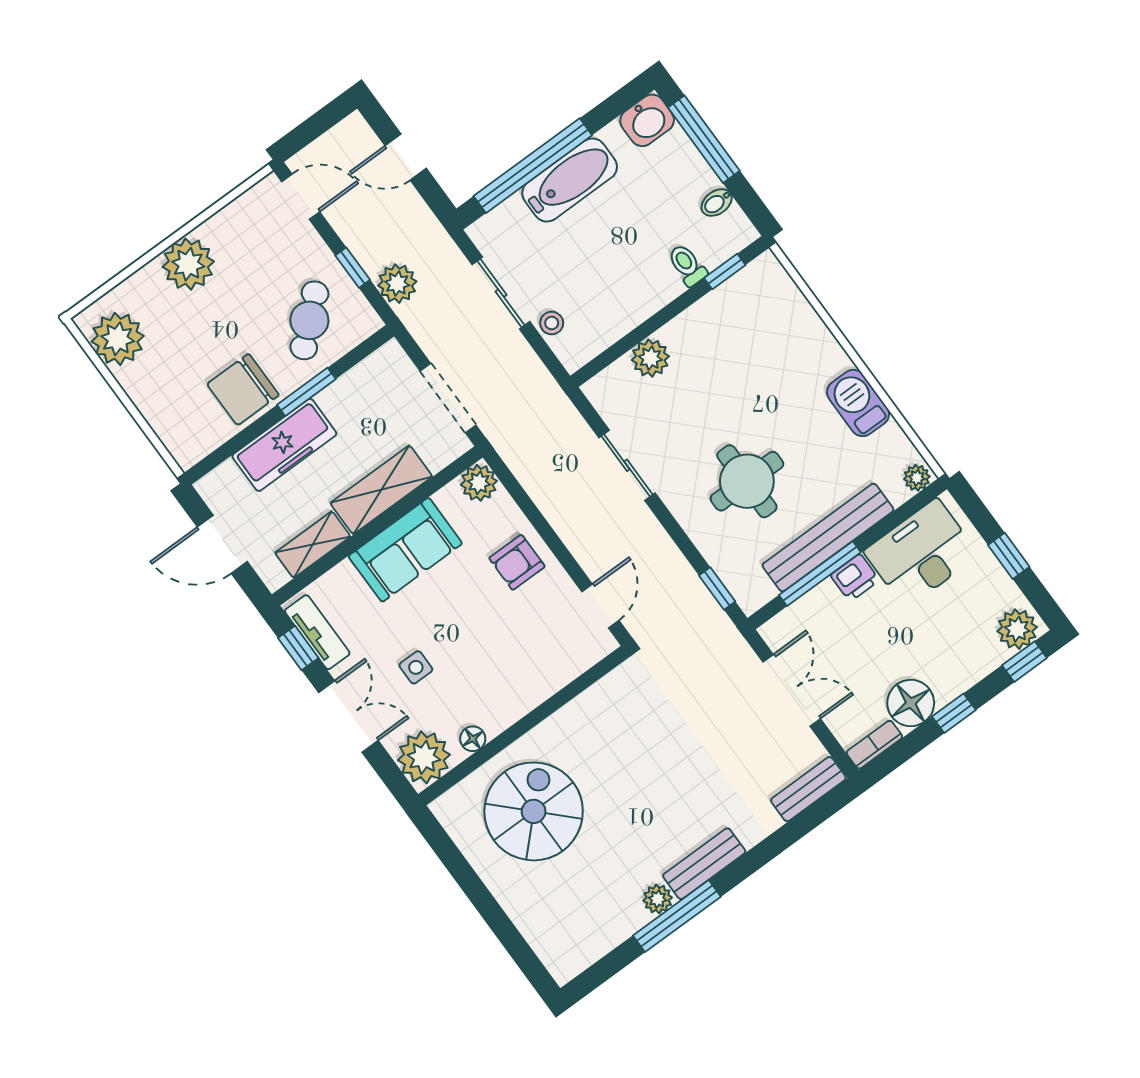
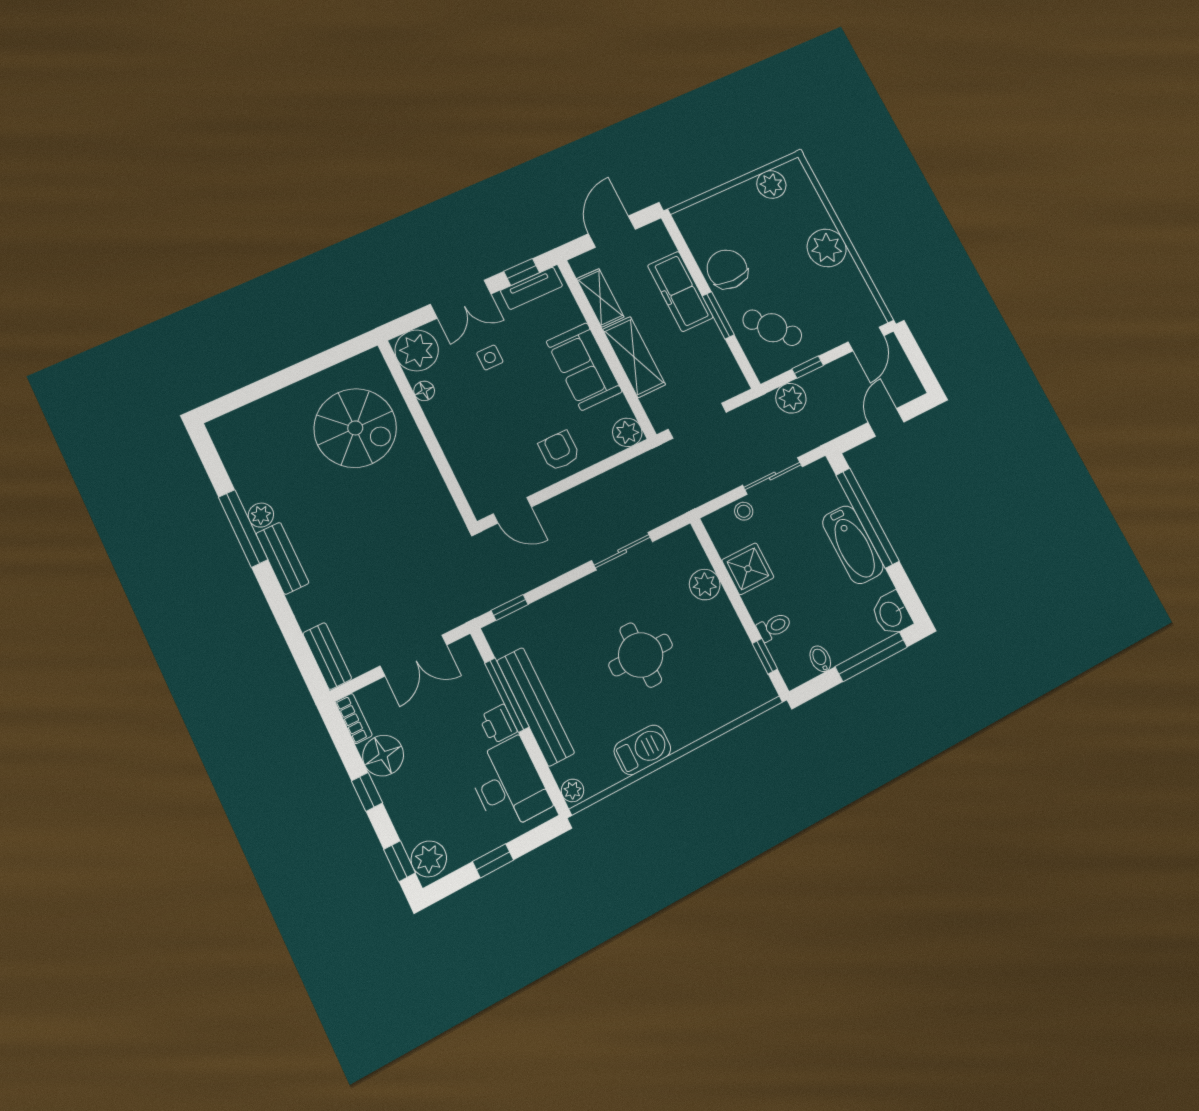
shower: (622, 308) -> (748, 569), added
plant: (118, 339) -> (771, 185), width x0.73, depth x0.73
round table: (747, 481) -> (641, 655), moved

